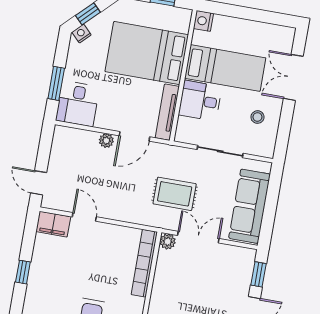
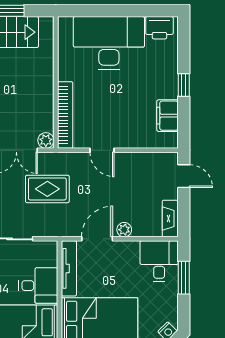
fireplace: (59, 144) -> (170, 219), added
door: (84, 217) -> (102, 150), moved
filing cabinet: (53, 224) -> (168, 116), moved, turned -90

